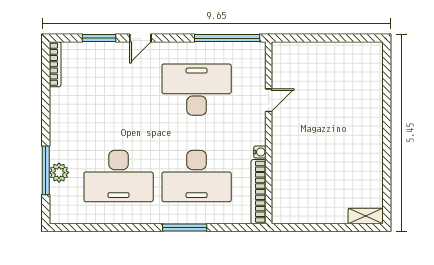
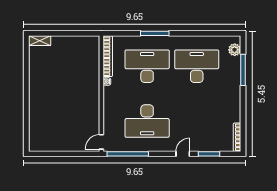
door: (269, 100) -> (101, 142), moved
plant: (59, 173) -> (235, 50), moved

